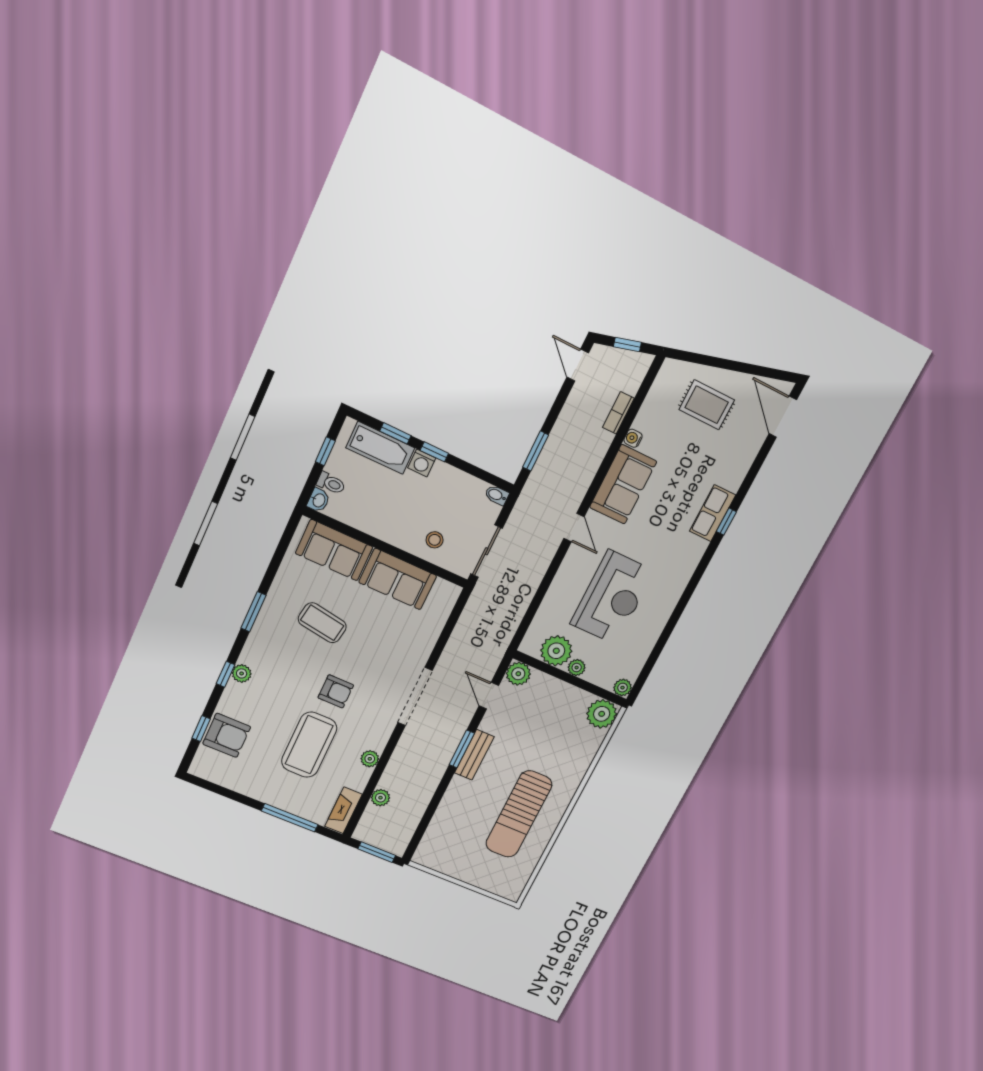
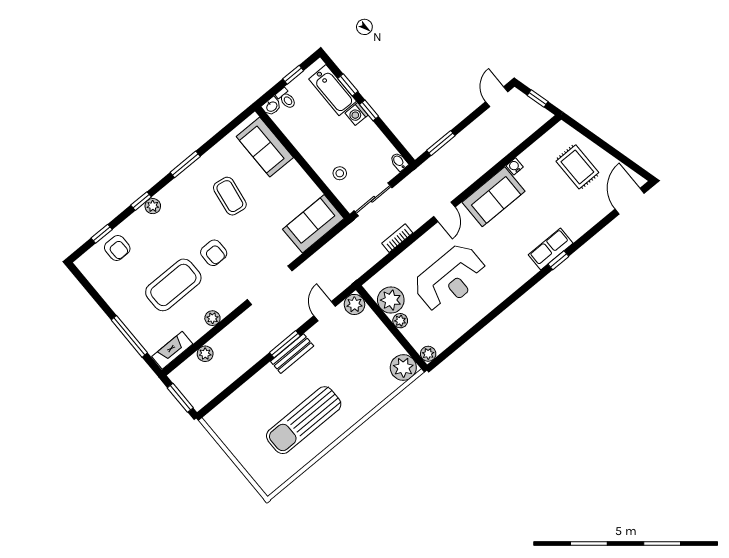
bookcase: (618, 413) -> (397, 238), moved
sofa: (398, 579) -> (313, 224), moved, turned 90
armchair: (227, 735) -> (117, 248), width x0.72, depth x0.72

